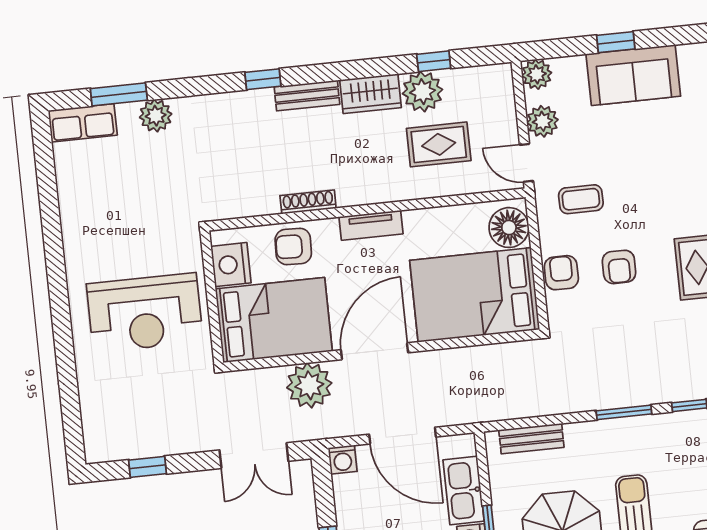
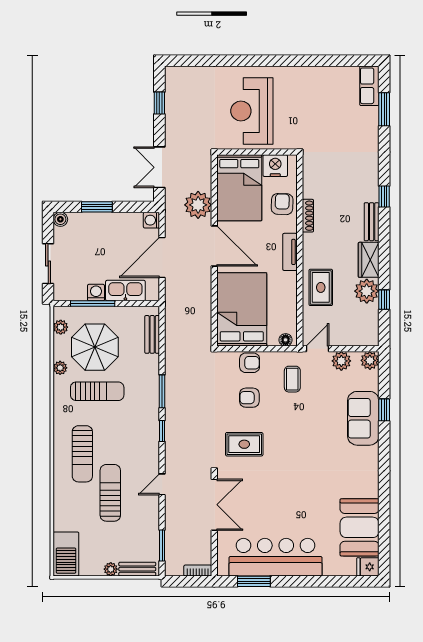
plant: (156, 116) -> (369, 130), removed
rug: (439, 144) -> (321, 287), moved
floor lamp: (509, 228) -> (286, 340), width x0.53, depth x0.53

